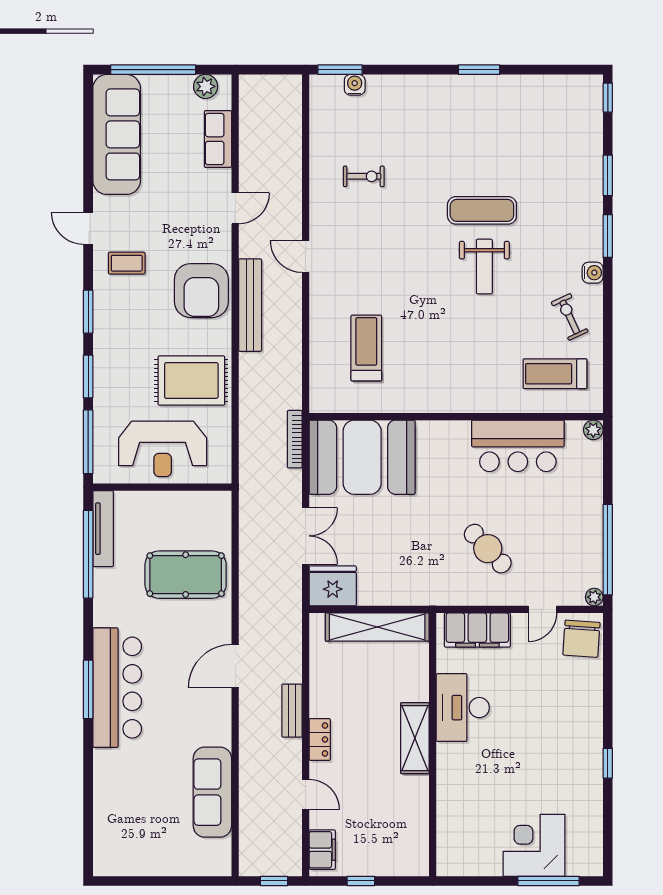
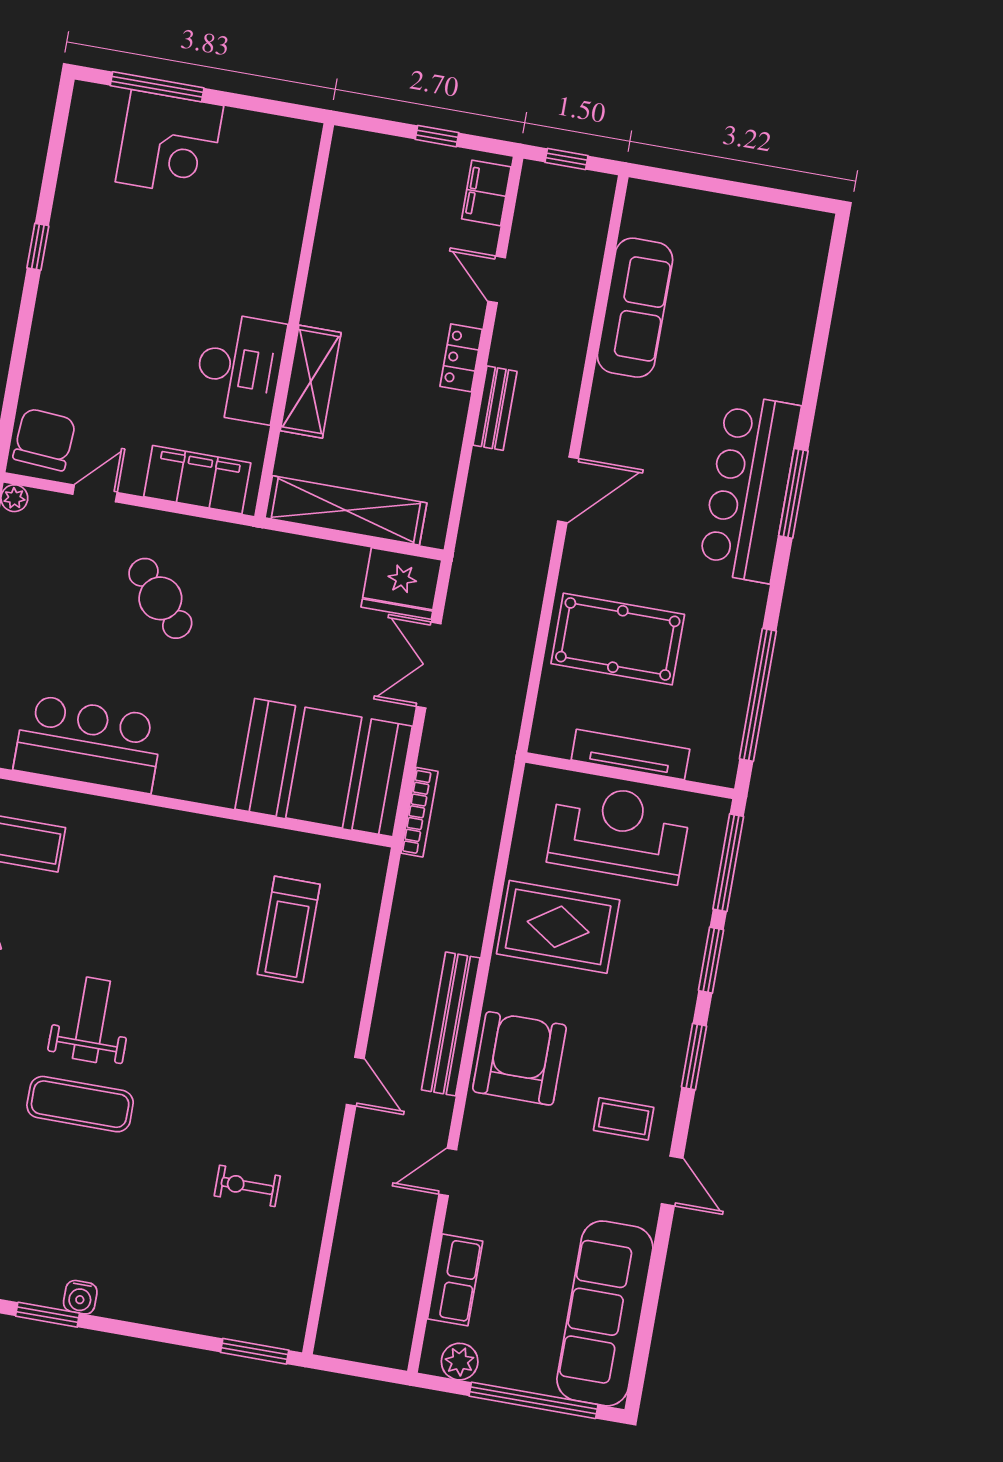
water cooler: (355, 85) -> (80, 1297), moved
tv unit: (103, 529) -> (630, 755), moved, turned 90
shelving: (415, 738) -> (311, 382), moved

